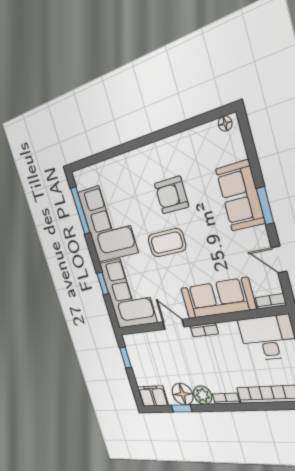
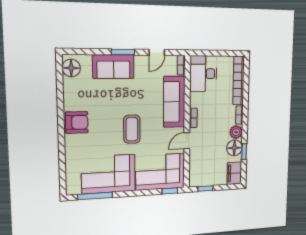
floor lamp: (225, 123) -> (71, 68), width x1.89, depth x1.89
armchair: (171, 195) -> (77, 122), moved, turned -90
window: (103, 283) -> (170, 191), moved

